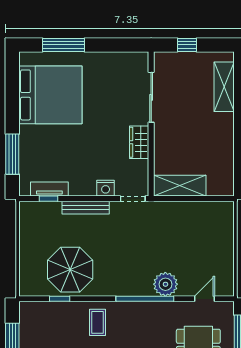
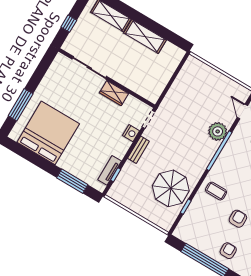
shelving: (180, 186) -> (145, 36), moved, turned 90
bench: (86, 208) -> (138, 150), width x0.73

